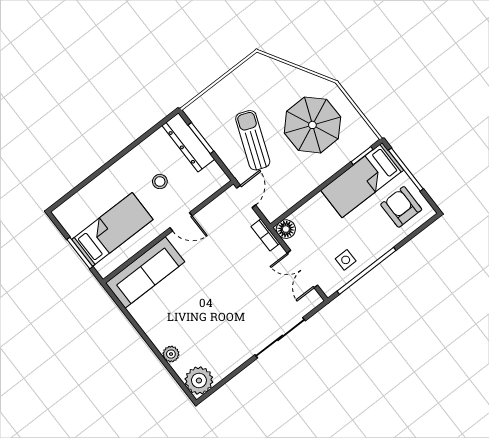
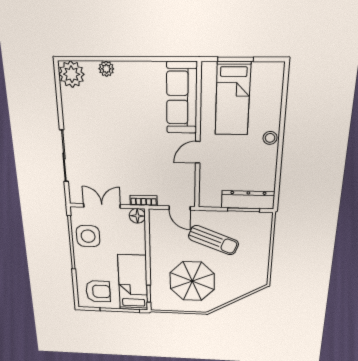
stool: (160, 182) -> (270, 138), moved
side table: (346, 260) -> (88, 236), width x1.87, depth x1.87

